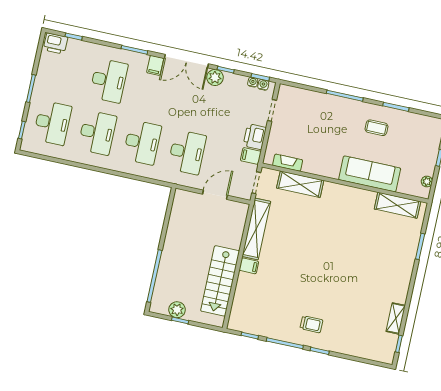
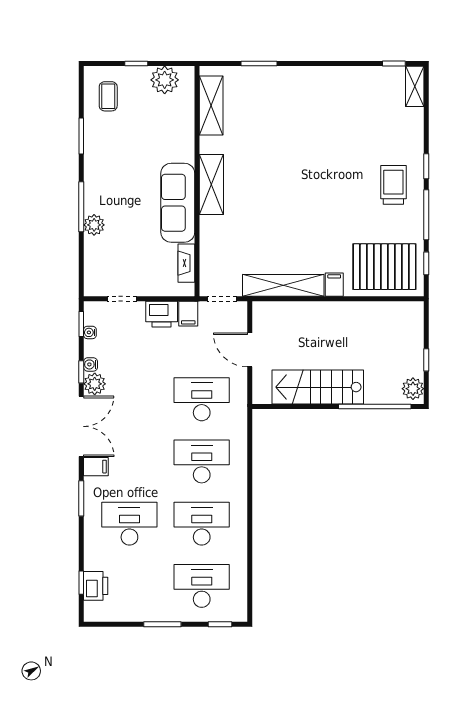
printer: (55, 43) -> (96, 586), moved
water cooler: (263, 85) -> (90, 364), moved
plant: (330, 102) -> (94, 225), added
coffee table: (376, 128) -> (108, 96), moved
sofa: (370, 174) -> (178, 203), moved
plant: (427, 181) -> (165, 80), width x1.88, depth x1.88
shelving: (300, 184) -> (211, 184), moved
stairs: (220, 281) -> (318, 387), moved, turned 180
pallet: (254, 305) -> (384, 267), added
plant: (177, 310) -> (413, 389), moved
shelving: (396, 318) -> (415, 86), moved, turned 90
trolley: (311, 324) -> (393, 185), width x1.36, depth x1.39

